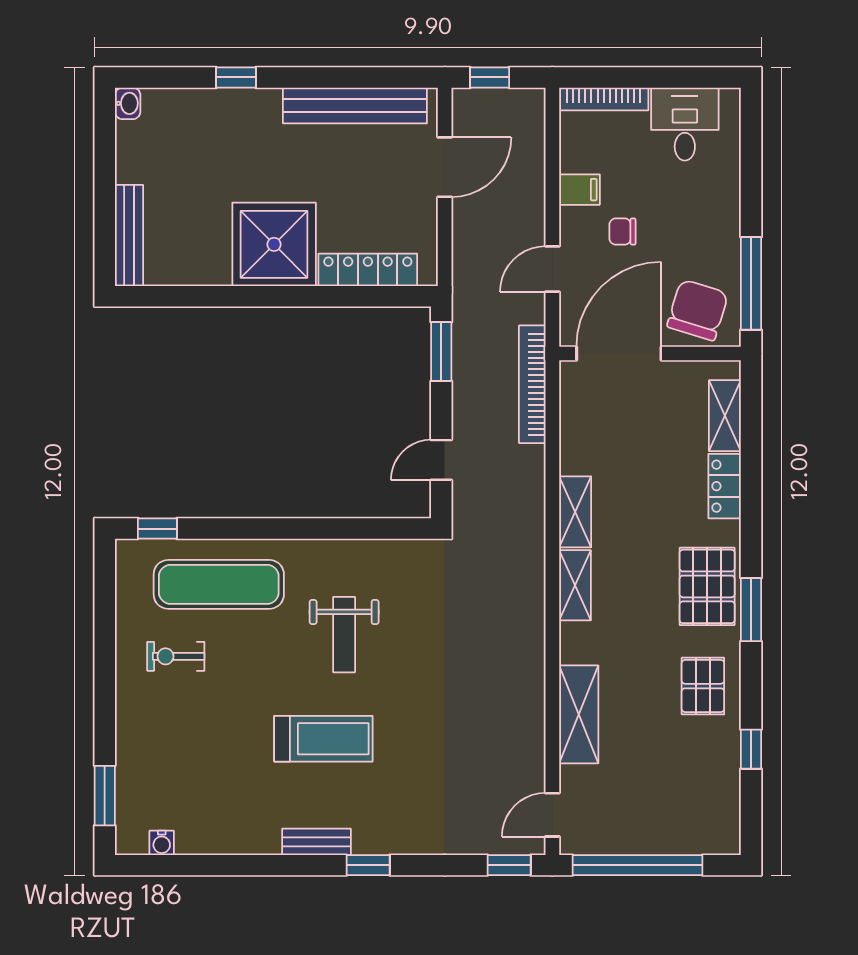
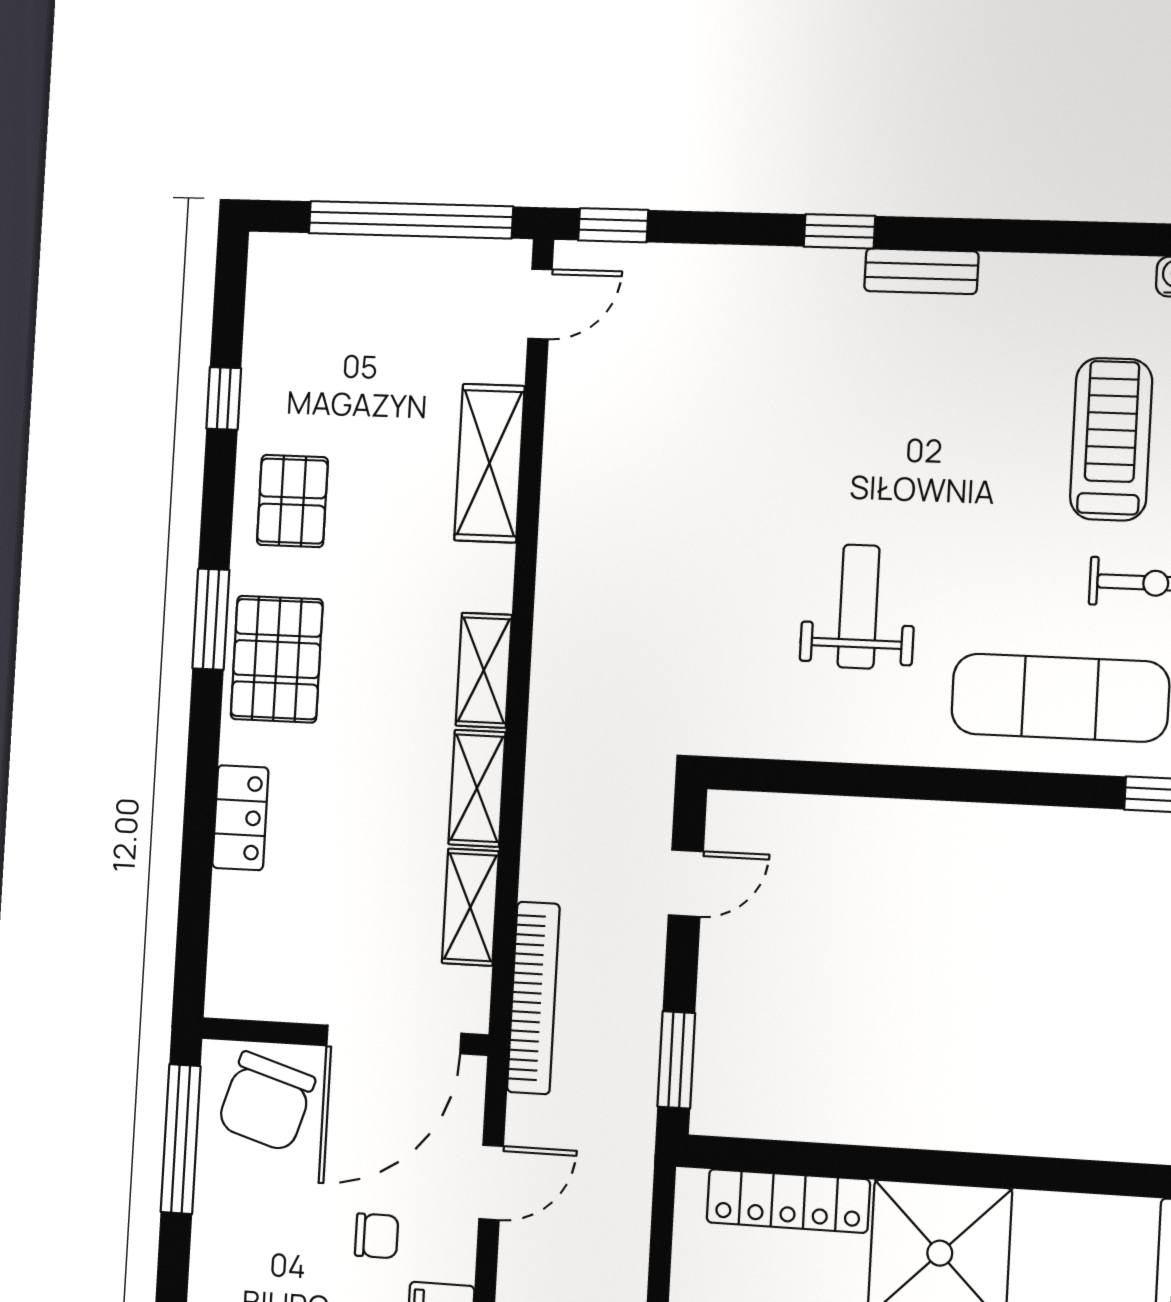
shelving: (725, 416) -> (470, 907), moved
treadmill: (323, 739) -> (1111, 439), moved, turned 90

